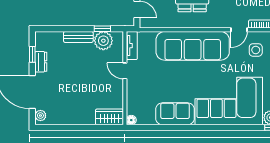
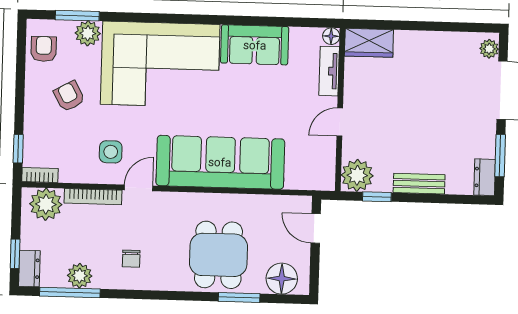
plant: (103, 41) -> (357, 175), moved
tv unit: (132, 46) -> (329, 71), moved
window: (32, 54) -> (500, 156), width x1.50
dresser: (41, 62) -> (485, 177), moved
door: (125, 71) -> (340, 122), swing flipped

